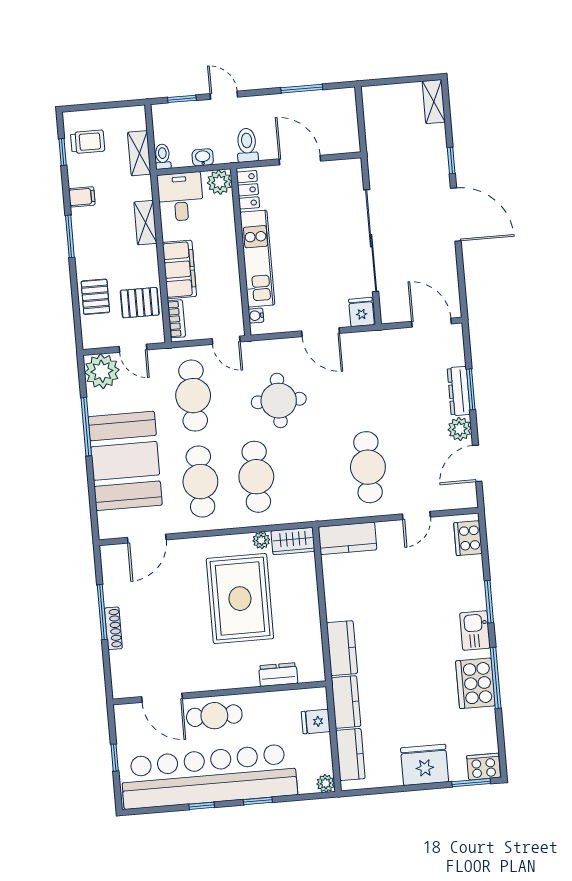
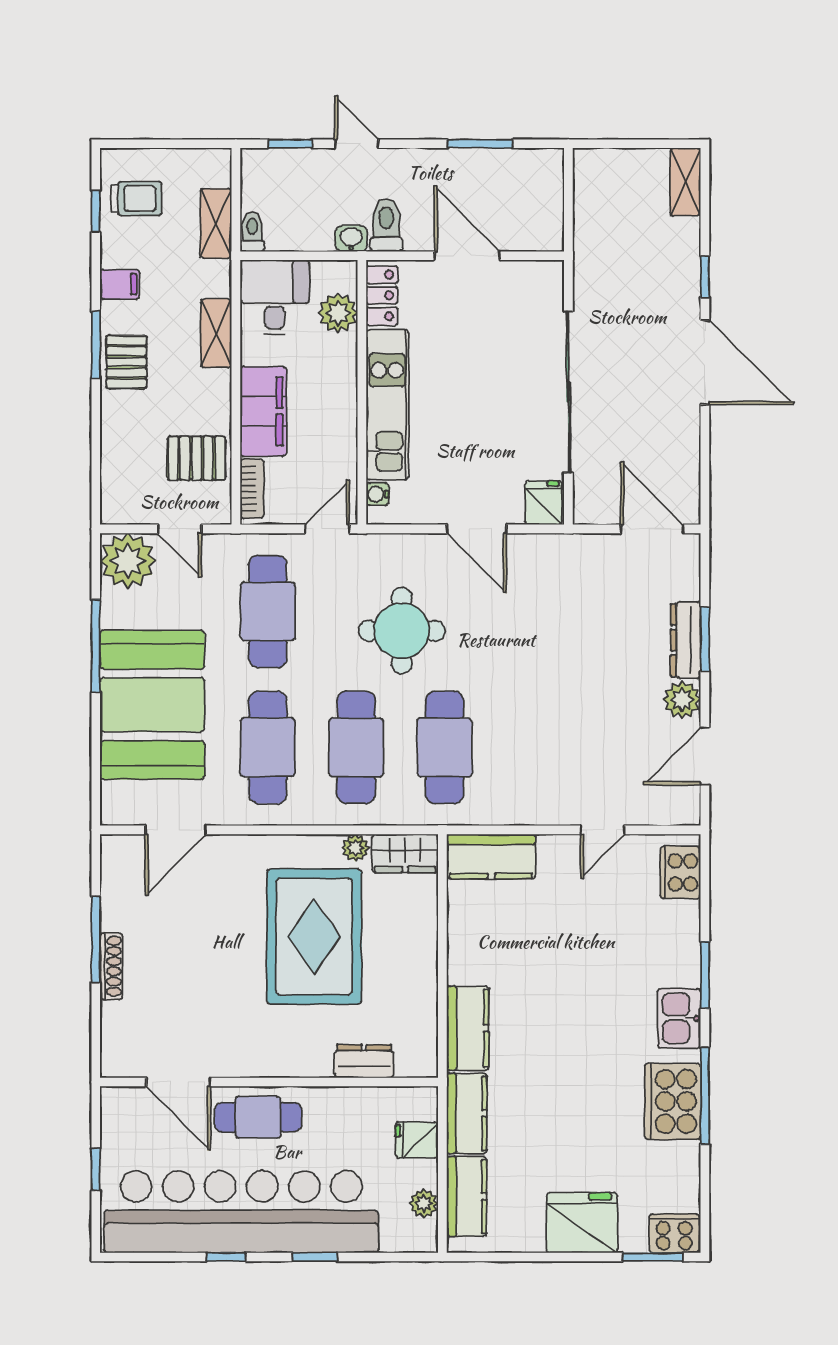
washbasin: (203, 157) -> (351, 238), moved
plant: (219, 182) -> (338, 313), moved
pallet: (95, 297) -> (126, 362), moved
door: (226, 340) -> (327, 529), swing flipped
cafe table: (368, 467) -> (445, 747), moved
plant: (326, 783) -> (424, 1203), moved

